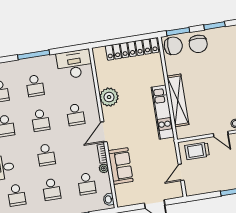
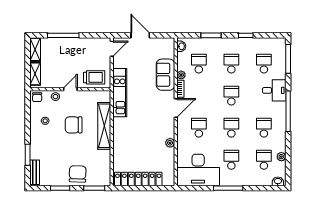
chair: (173, 46) -> (74, 125), moved
desk: (75, 64) -> (198, 170), width x1.36, depth x1.30
plant: (109, 97) -> (170, 143), width x0.53, depth x0.53
kitchen unit: (163, 112) -> (120, 93), moved
door: (221, 134) -> (70, 89), hinge flipped
door: (181, 172) -> (112, 49), moved

